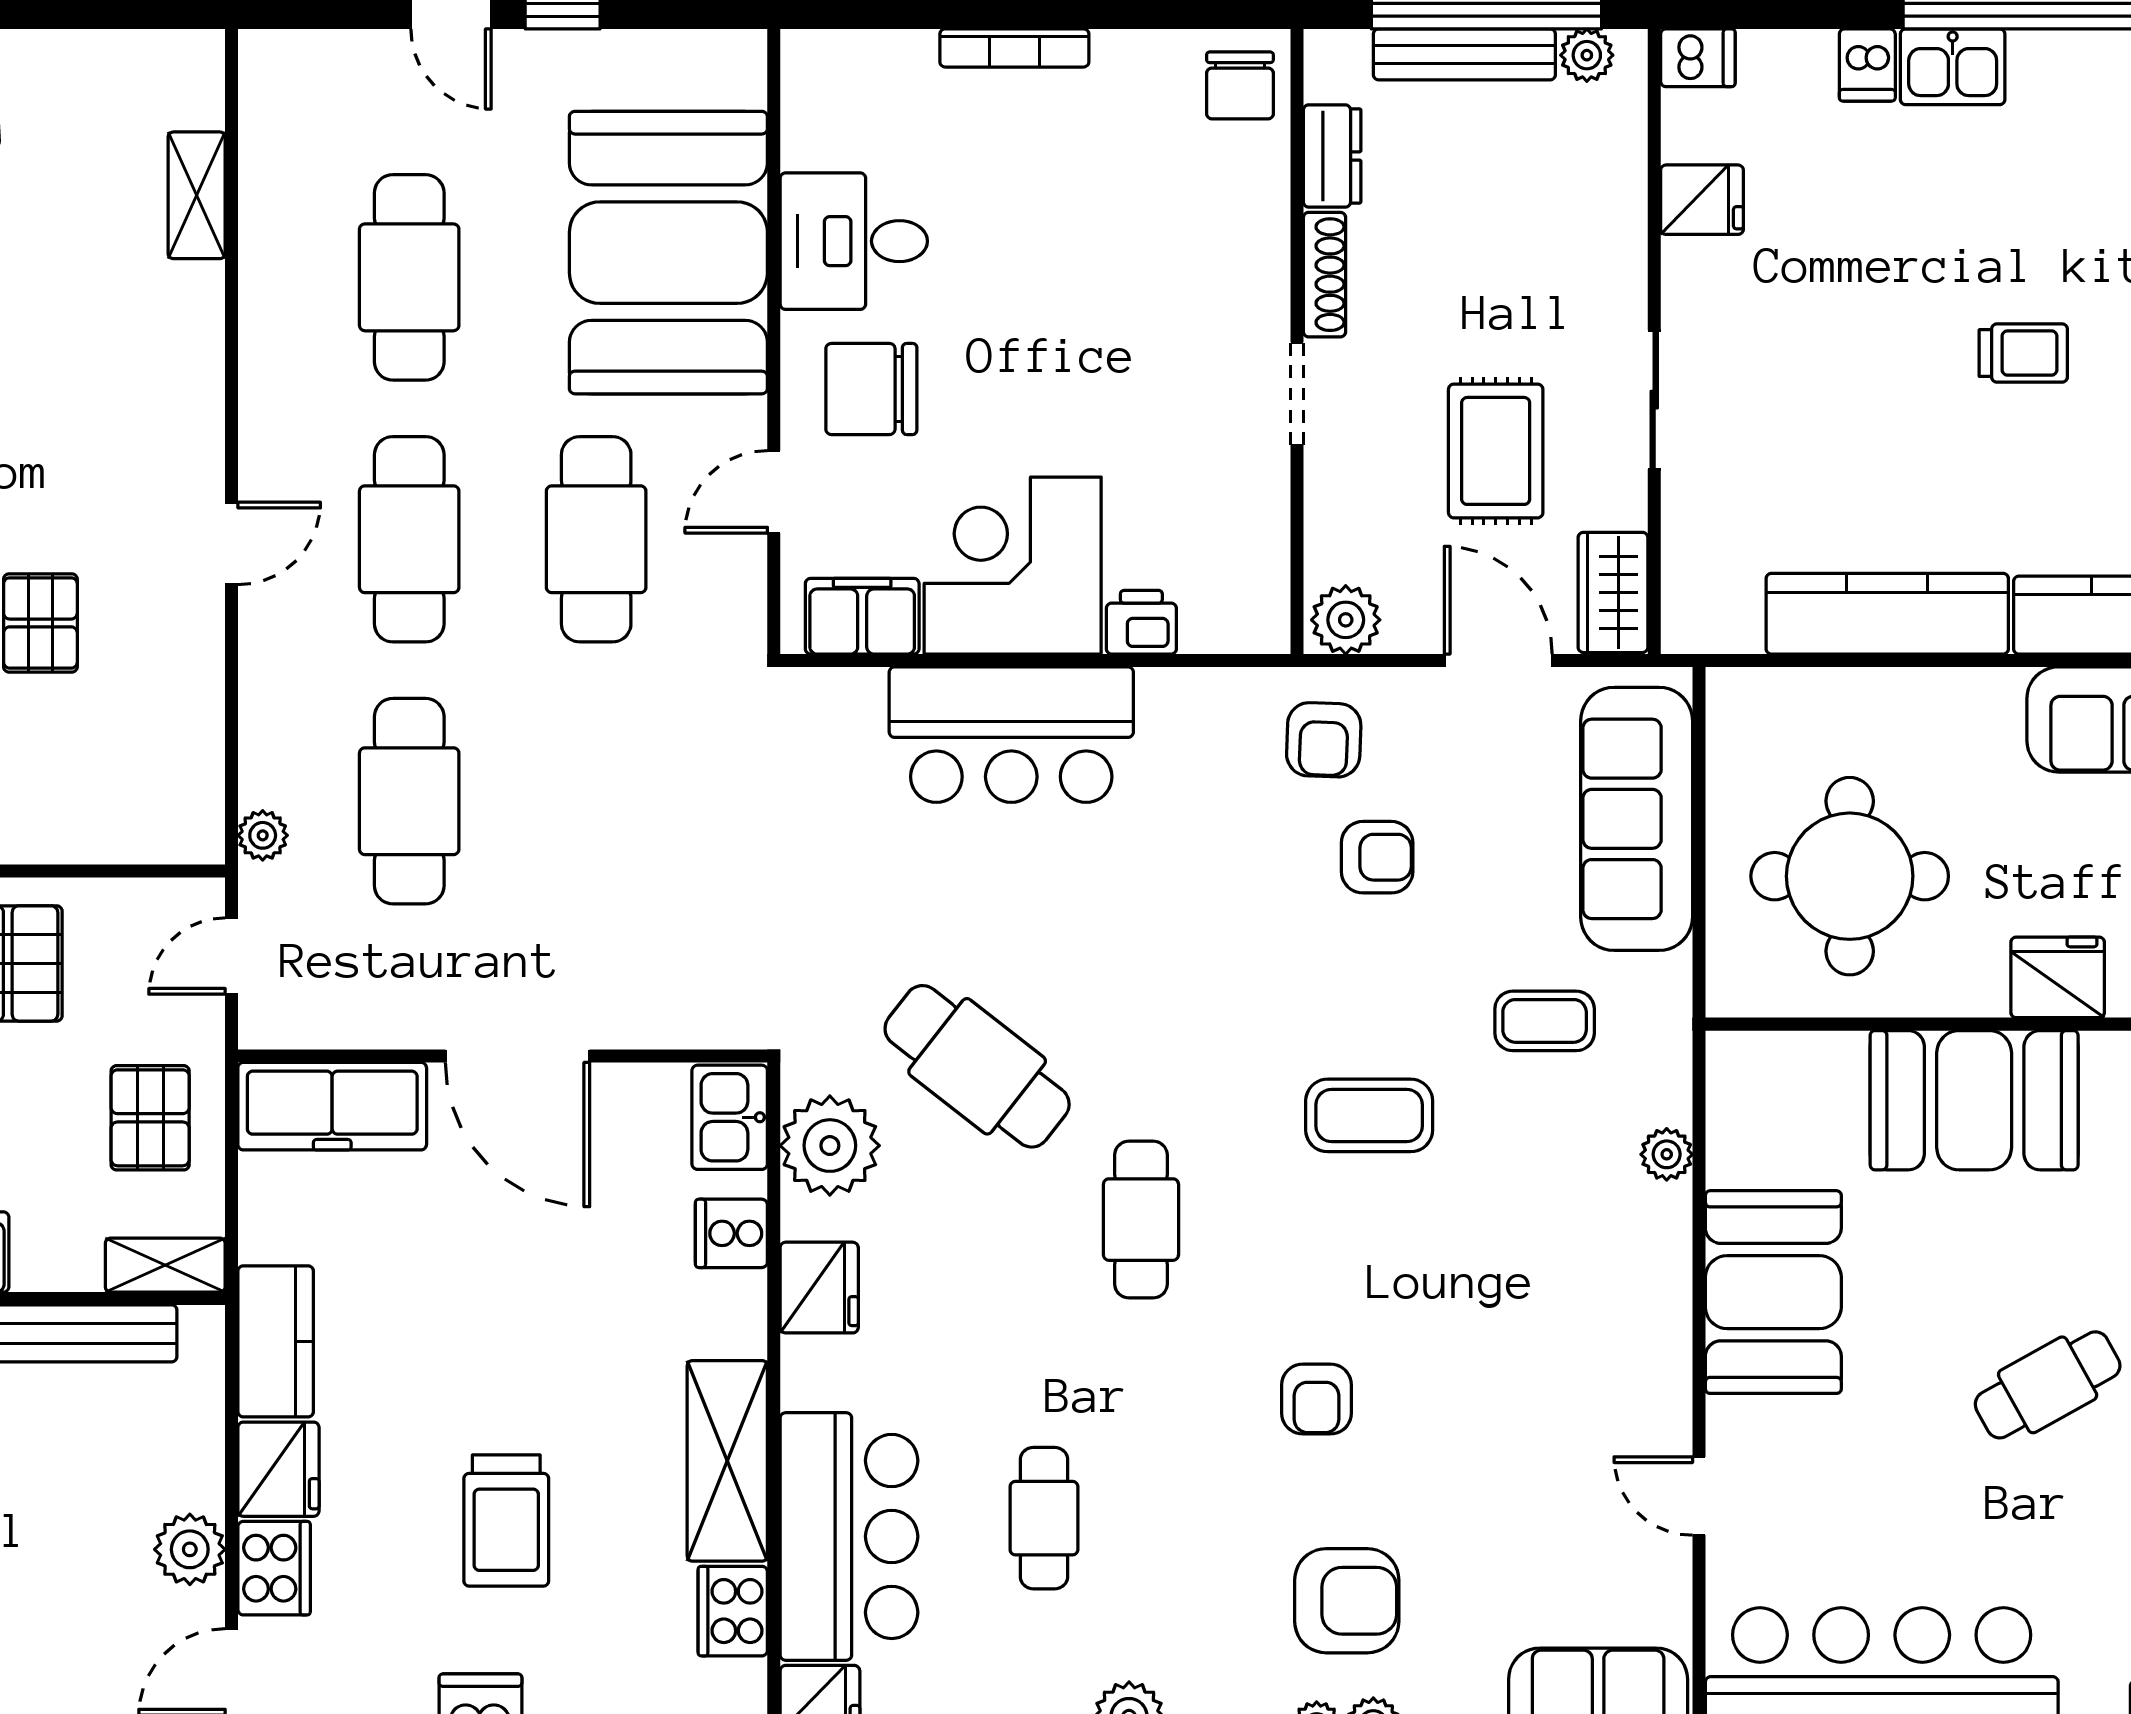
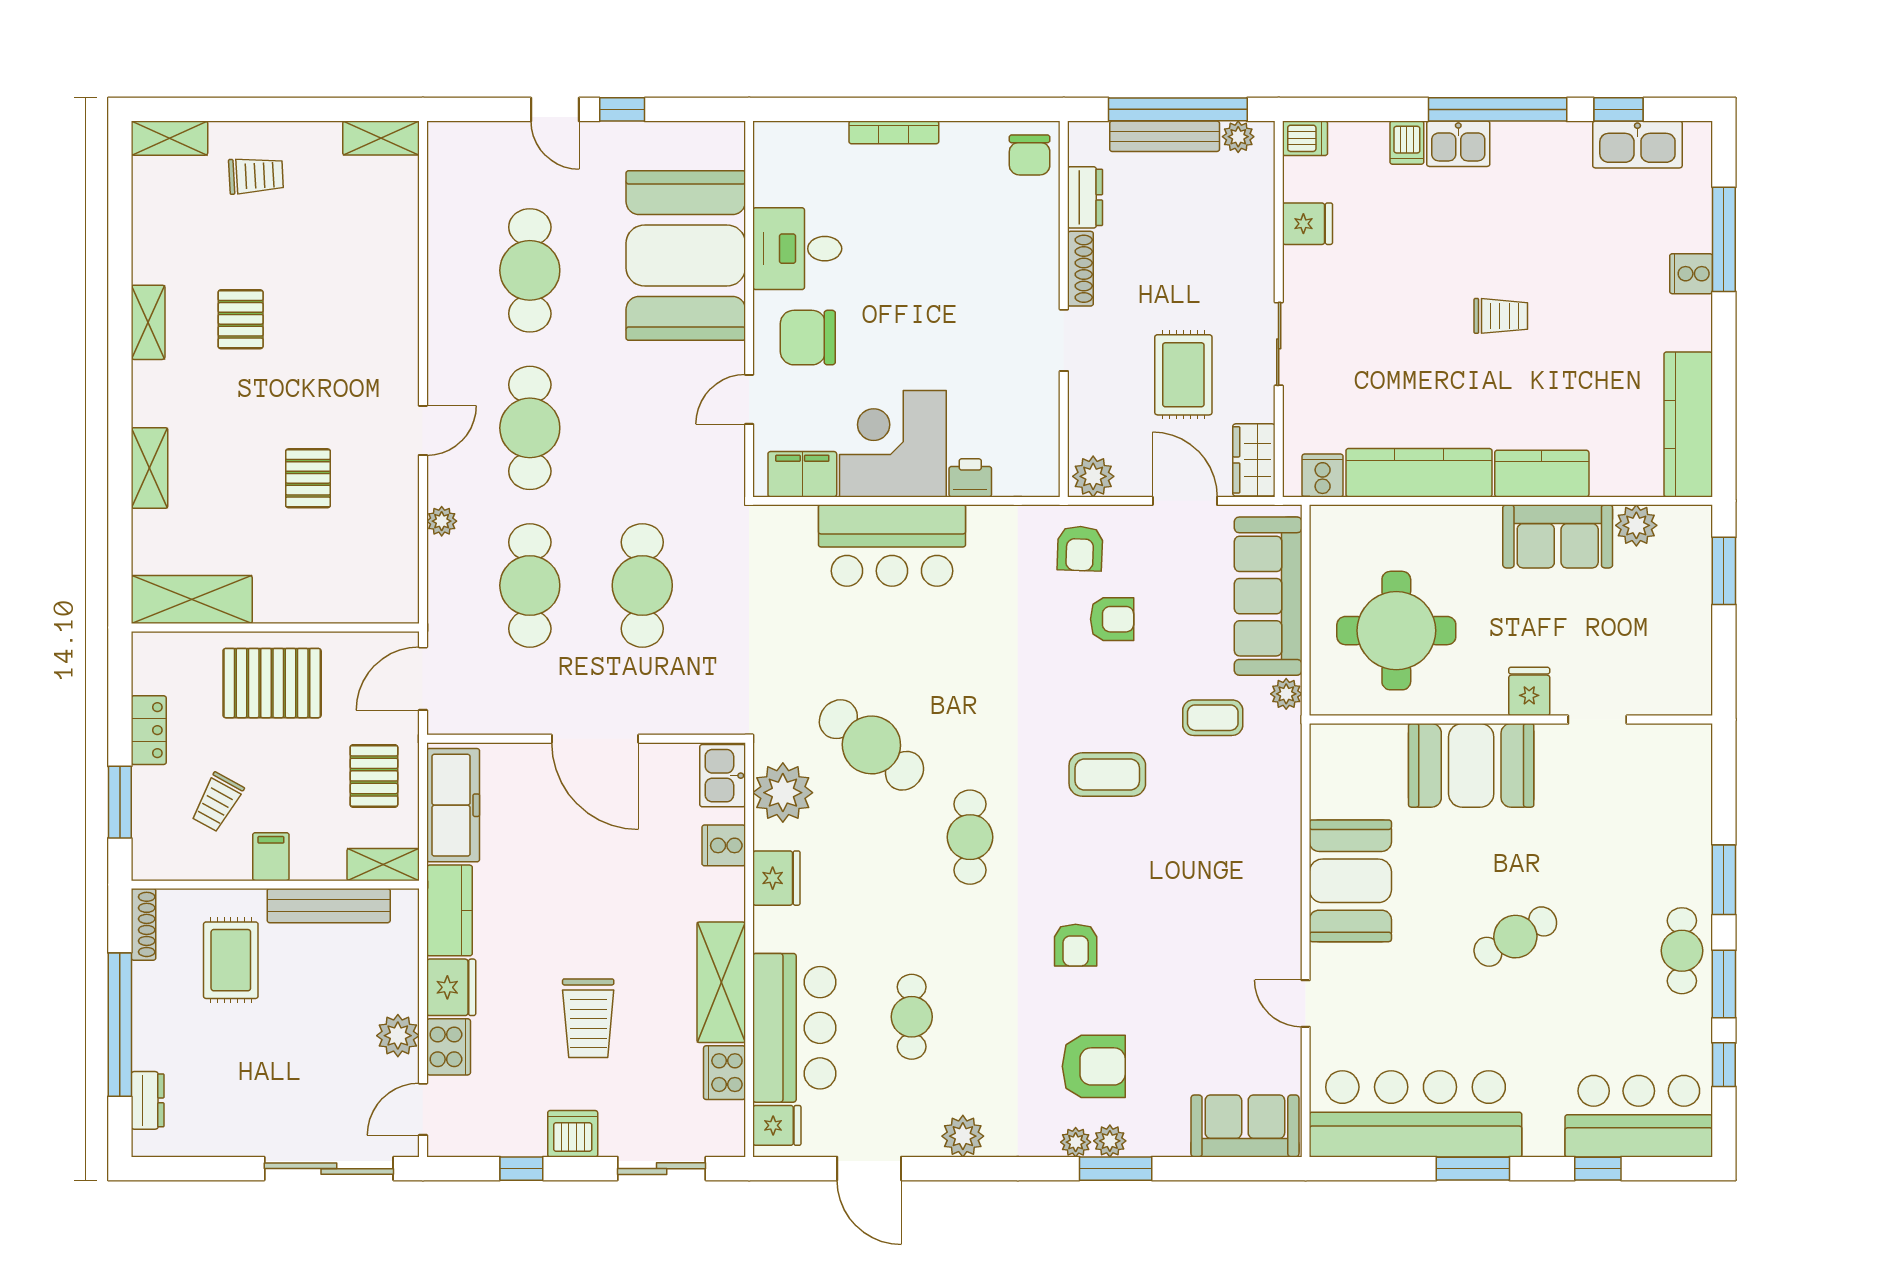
shelving: (197, 195) -> (381, 138), moved, turned 90
cafe table: (596, 539) -> (642, 585), moved
cooker: (1727, 618) -> (1323, 475), added
plant: (263, 835) -> (442, 521), moved
door: (232, 956) -> (423, 679), width x1.38
fridge: (2058, 977) -> (1529, 691), width x0.72
freezer: (332, 1106) -> (453, 805), moved, turned -90
plant: (1667, 1154) -> (1286, 694), moved

